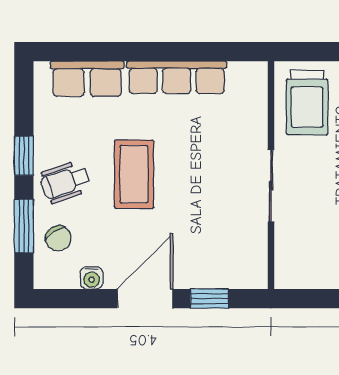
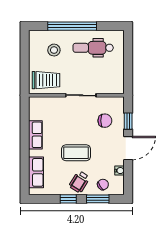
row of seats: (177, 77) -> (35, 135), width x0.68
wheelchair: (65, 182) -> (79, 182), turned 51
chair: (210, 243) -> (105, 121), added
door: (145, 299) -> (128, 148), swing flipped

